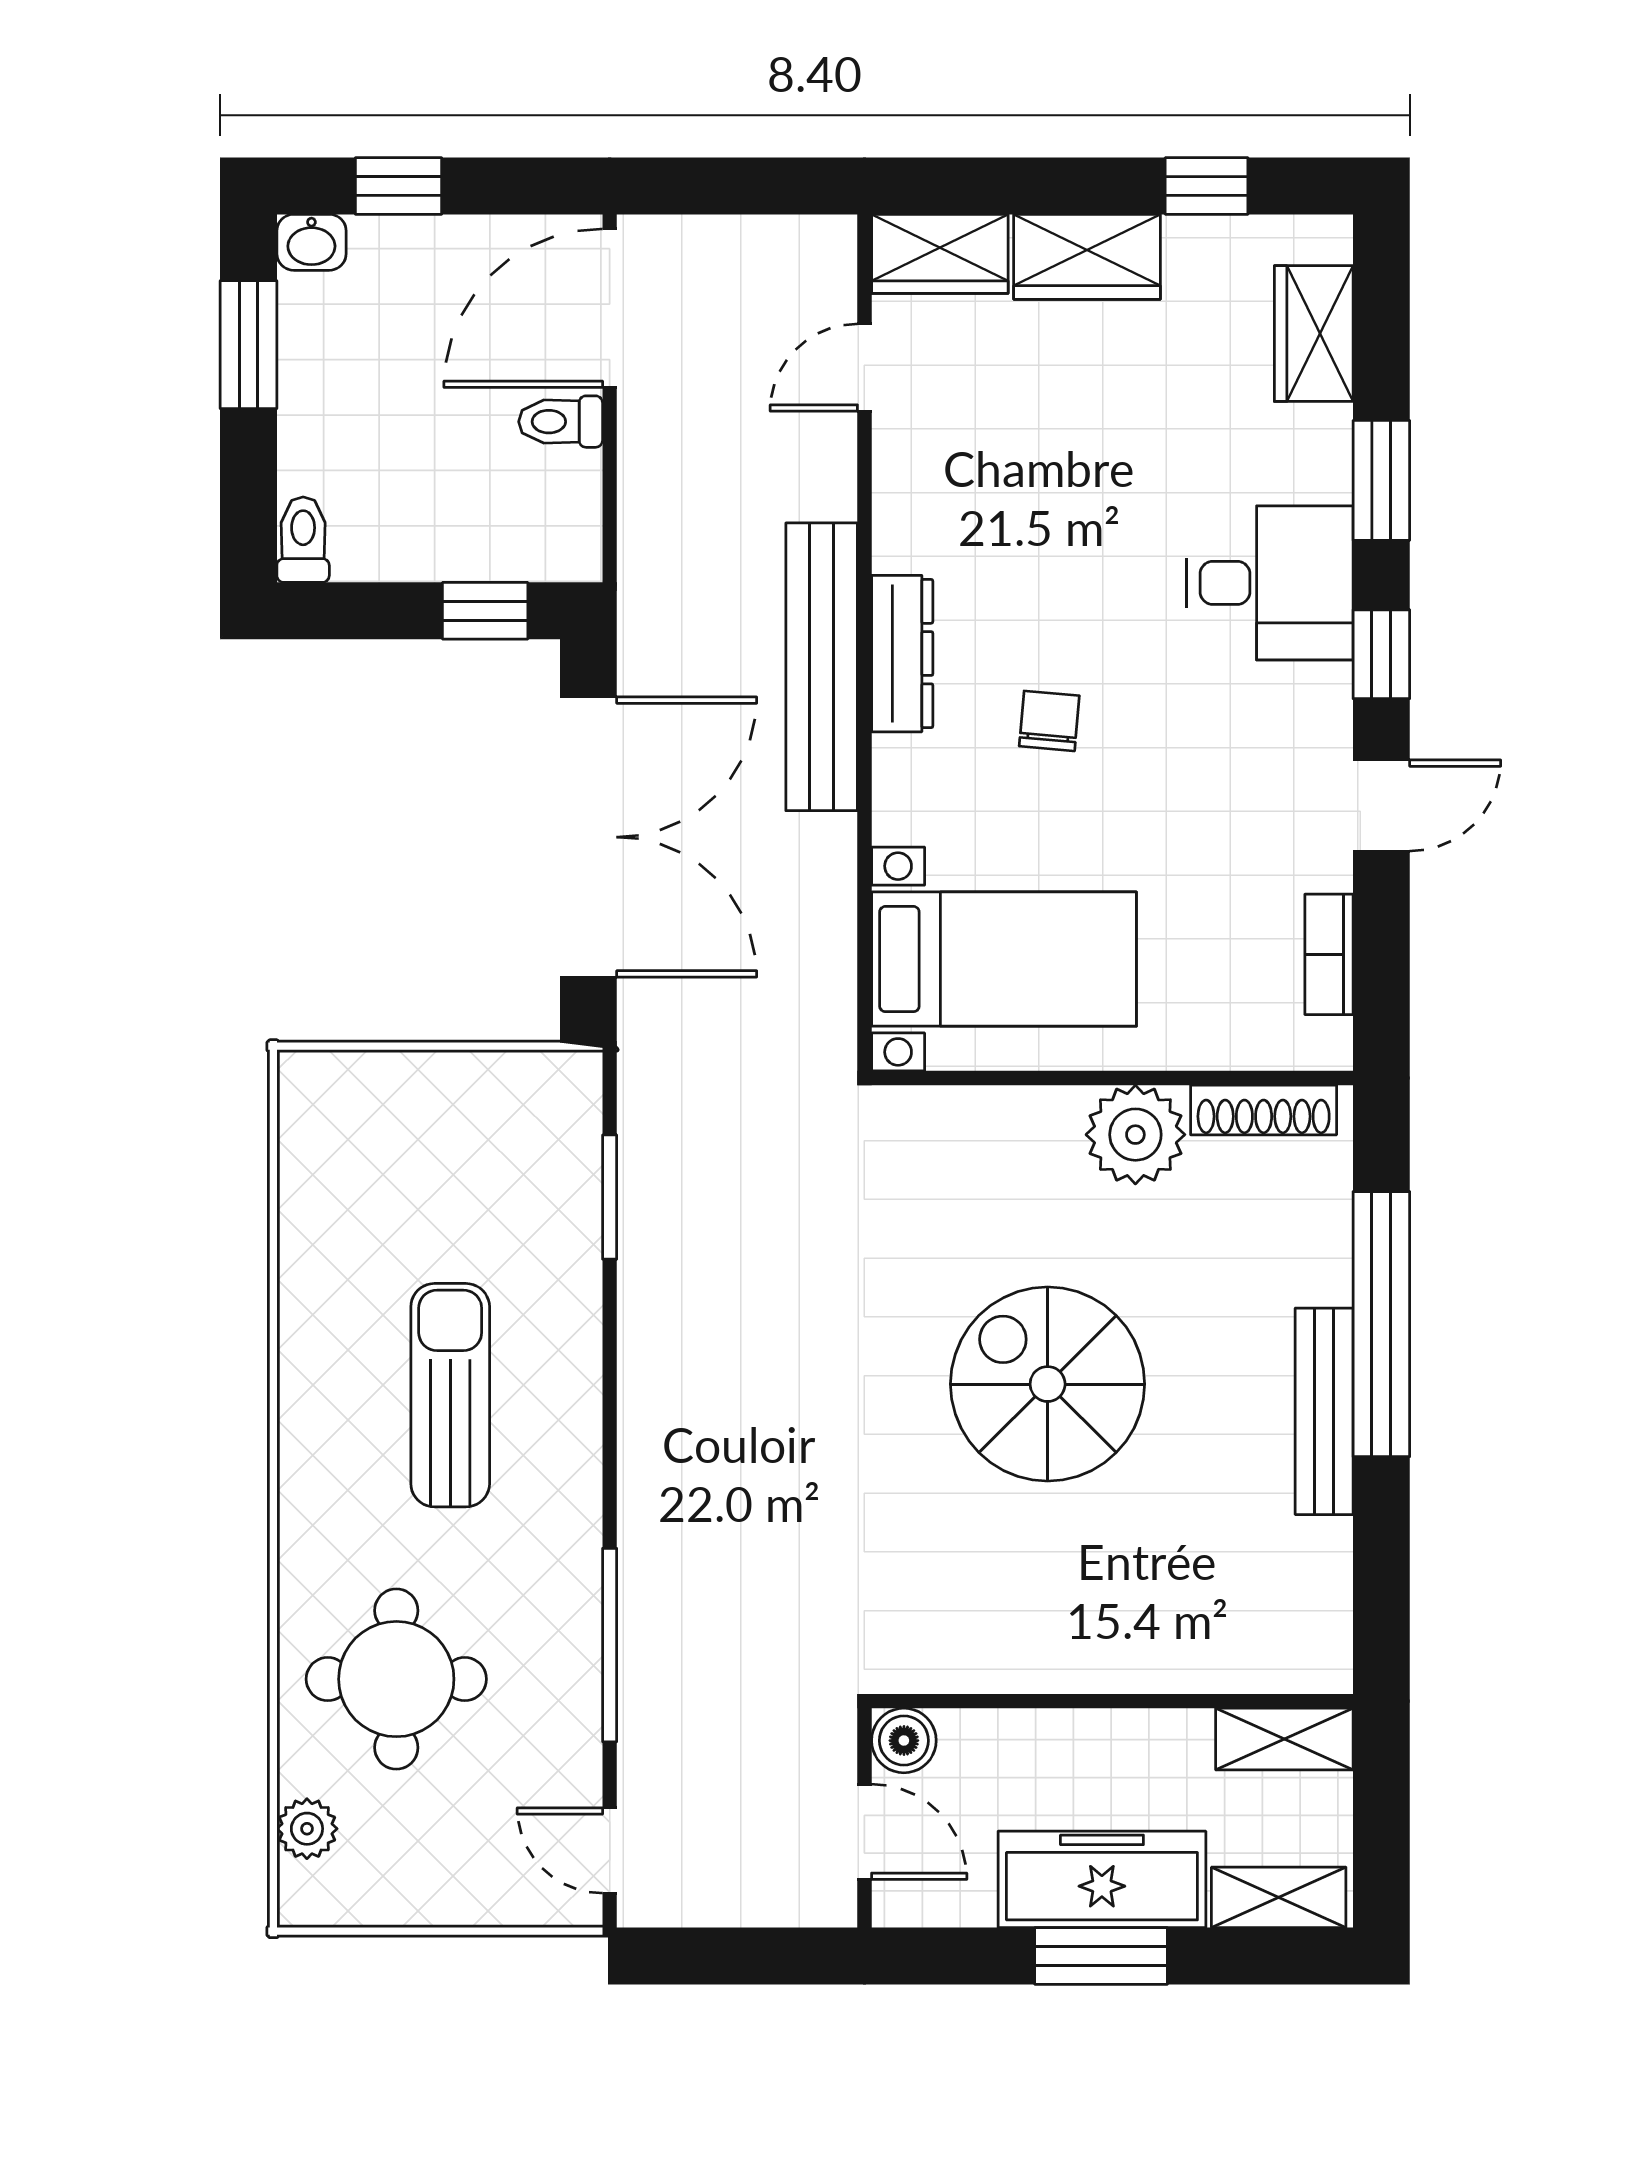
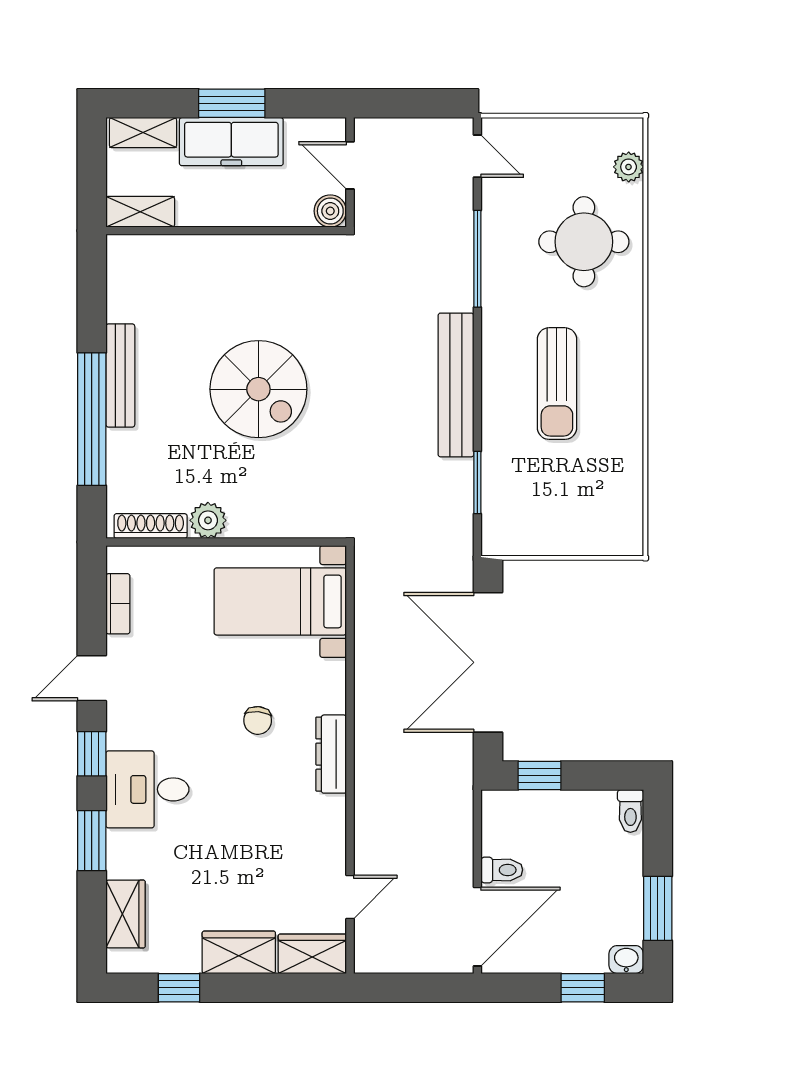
bench: (822, 667) -> (456, 385), moved
plant: (1135, 1135) -> (208, 520), width x0.73, depth x0.73

